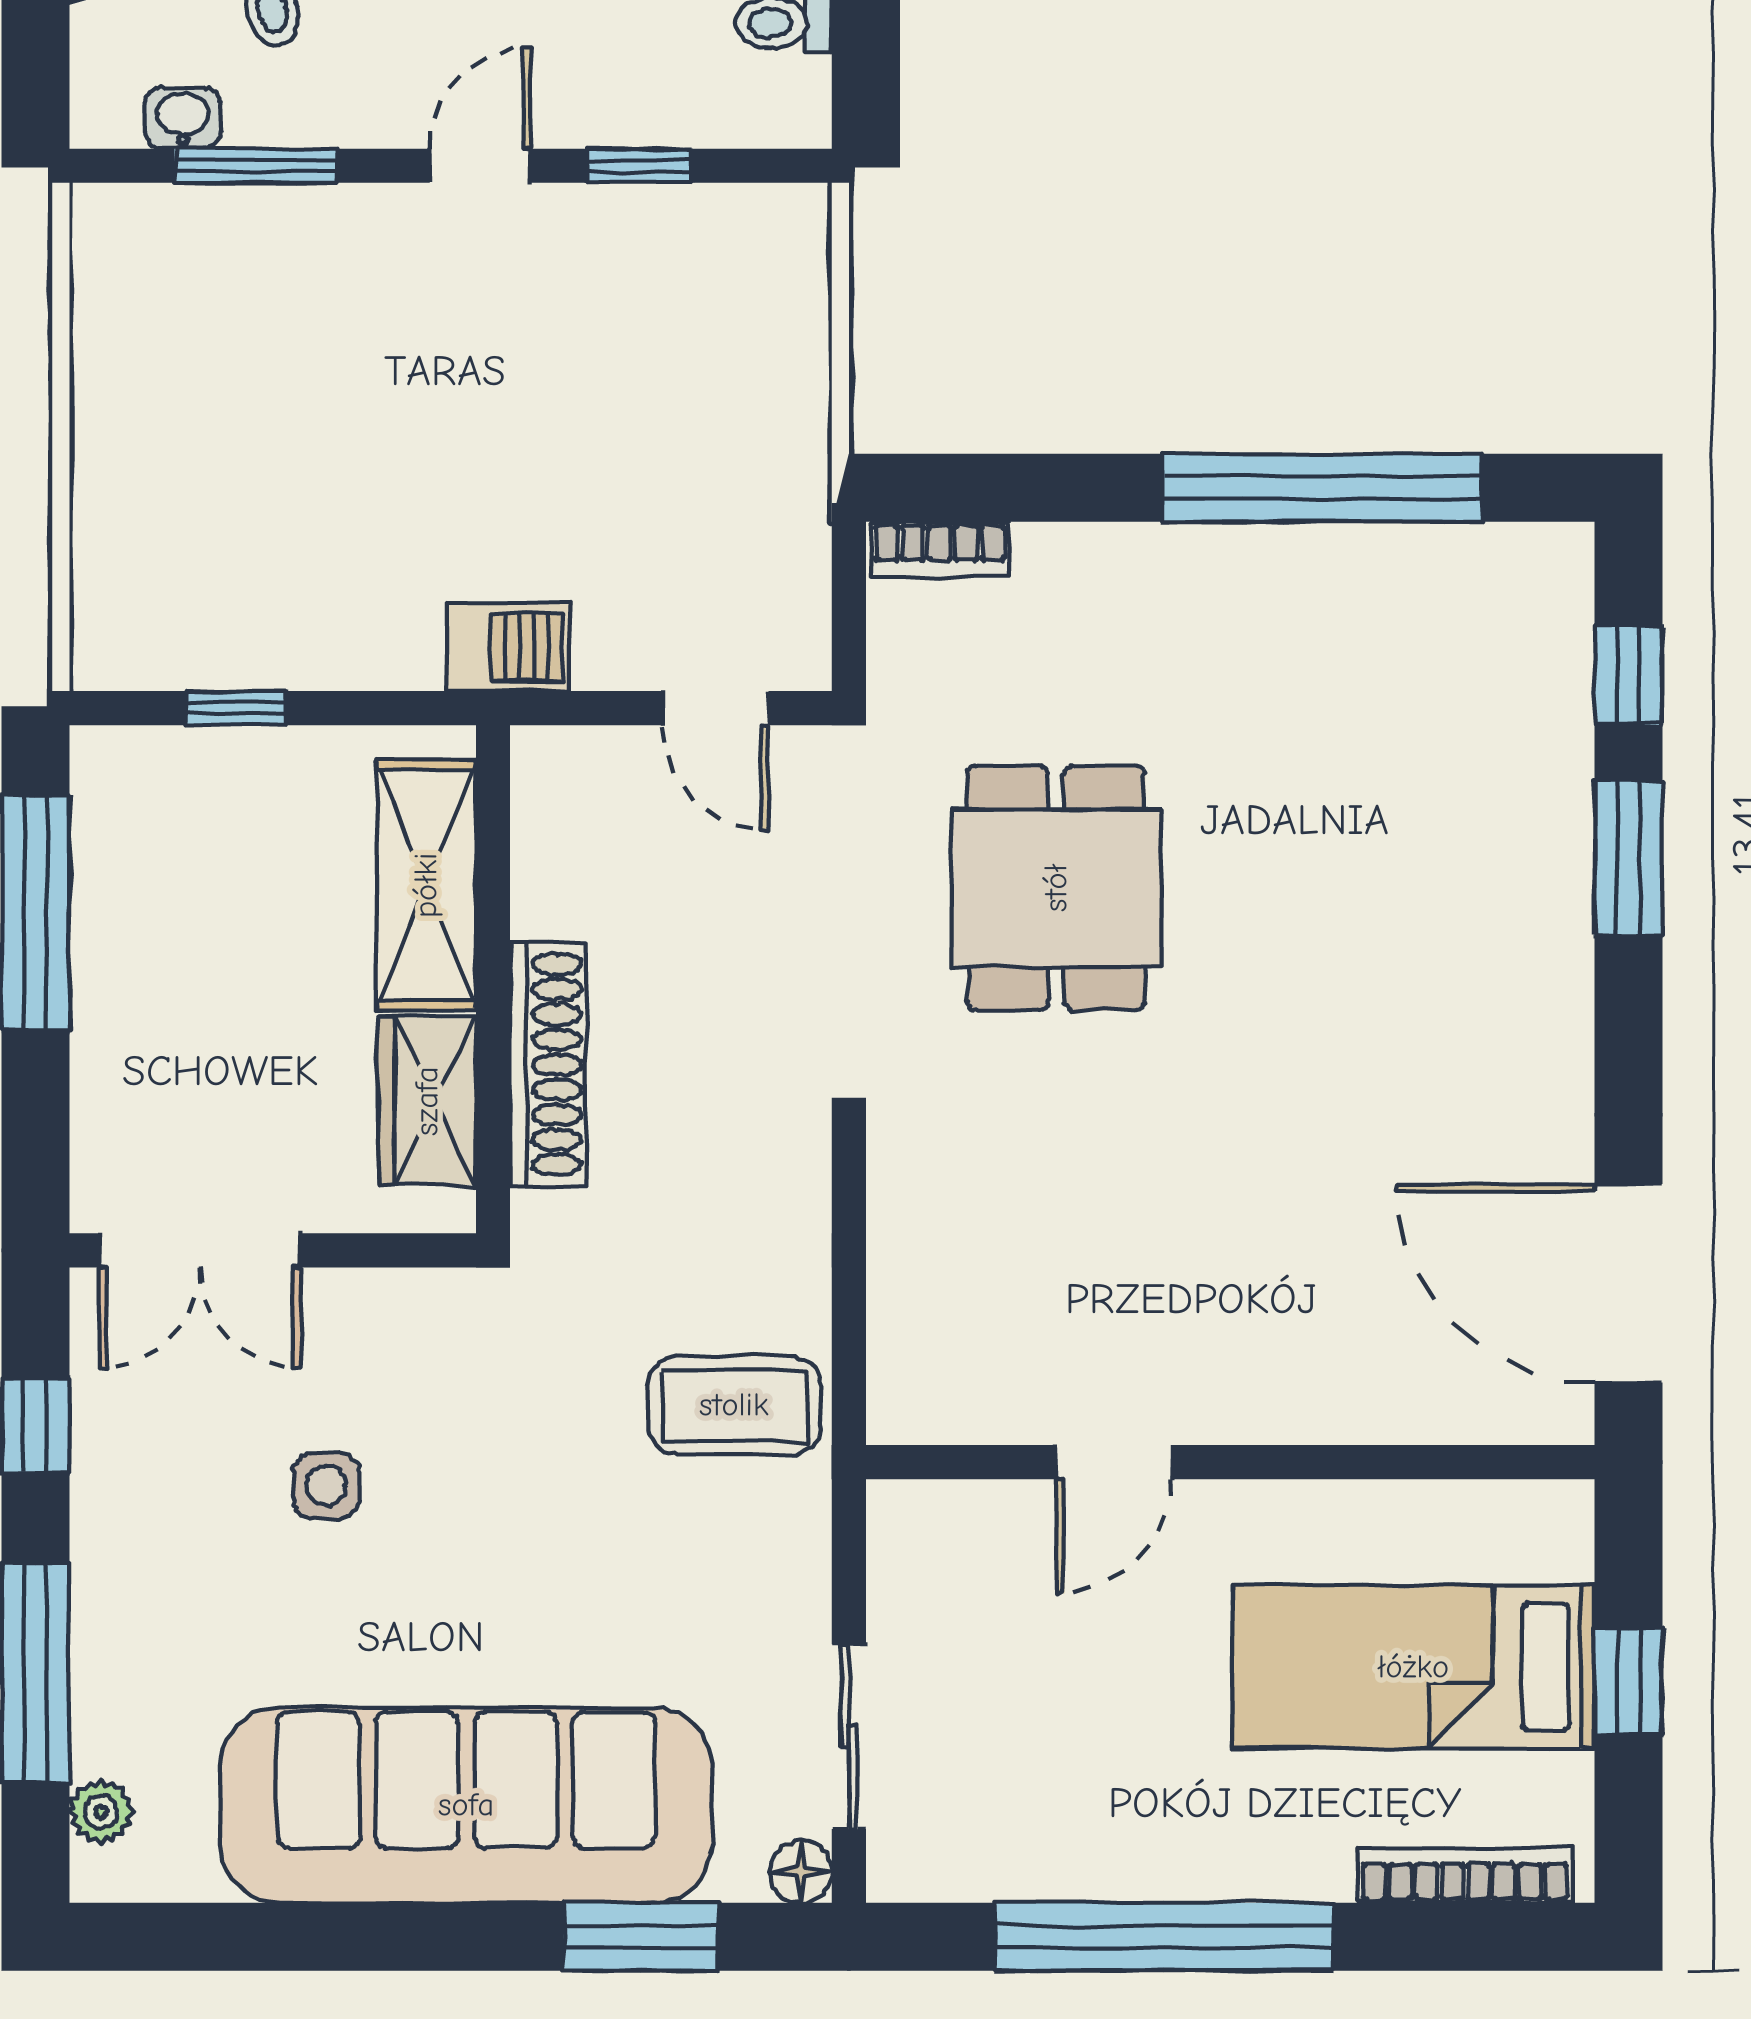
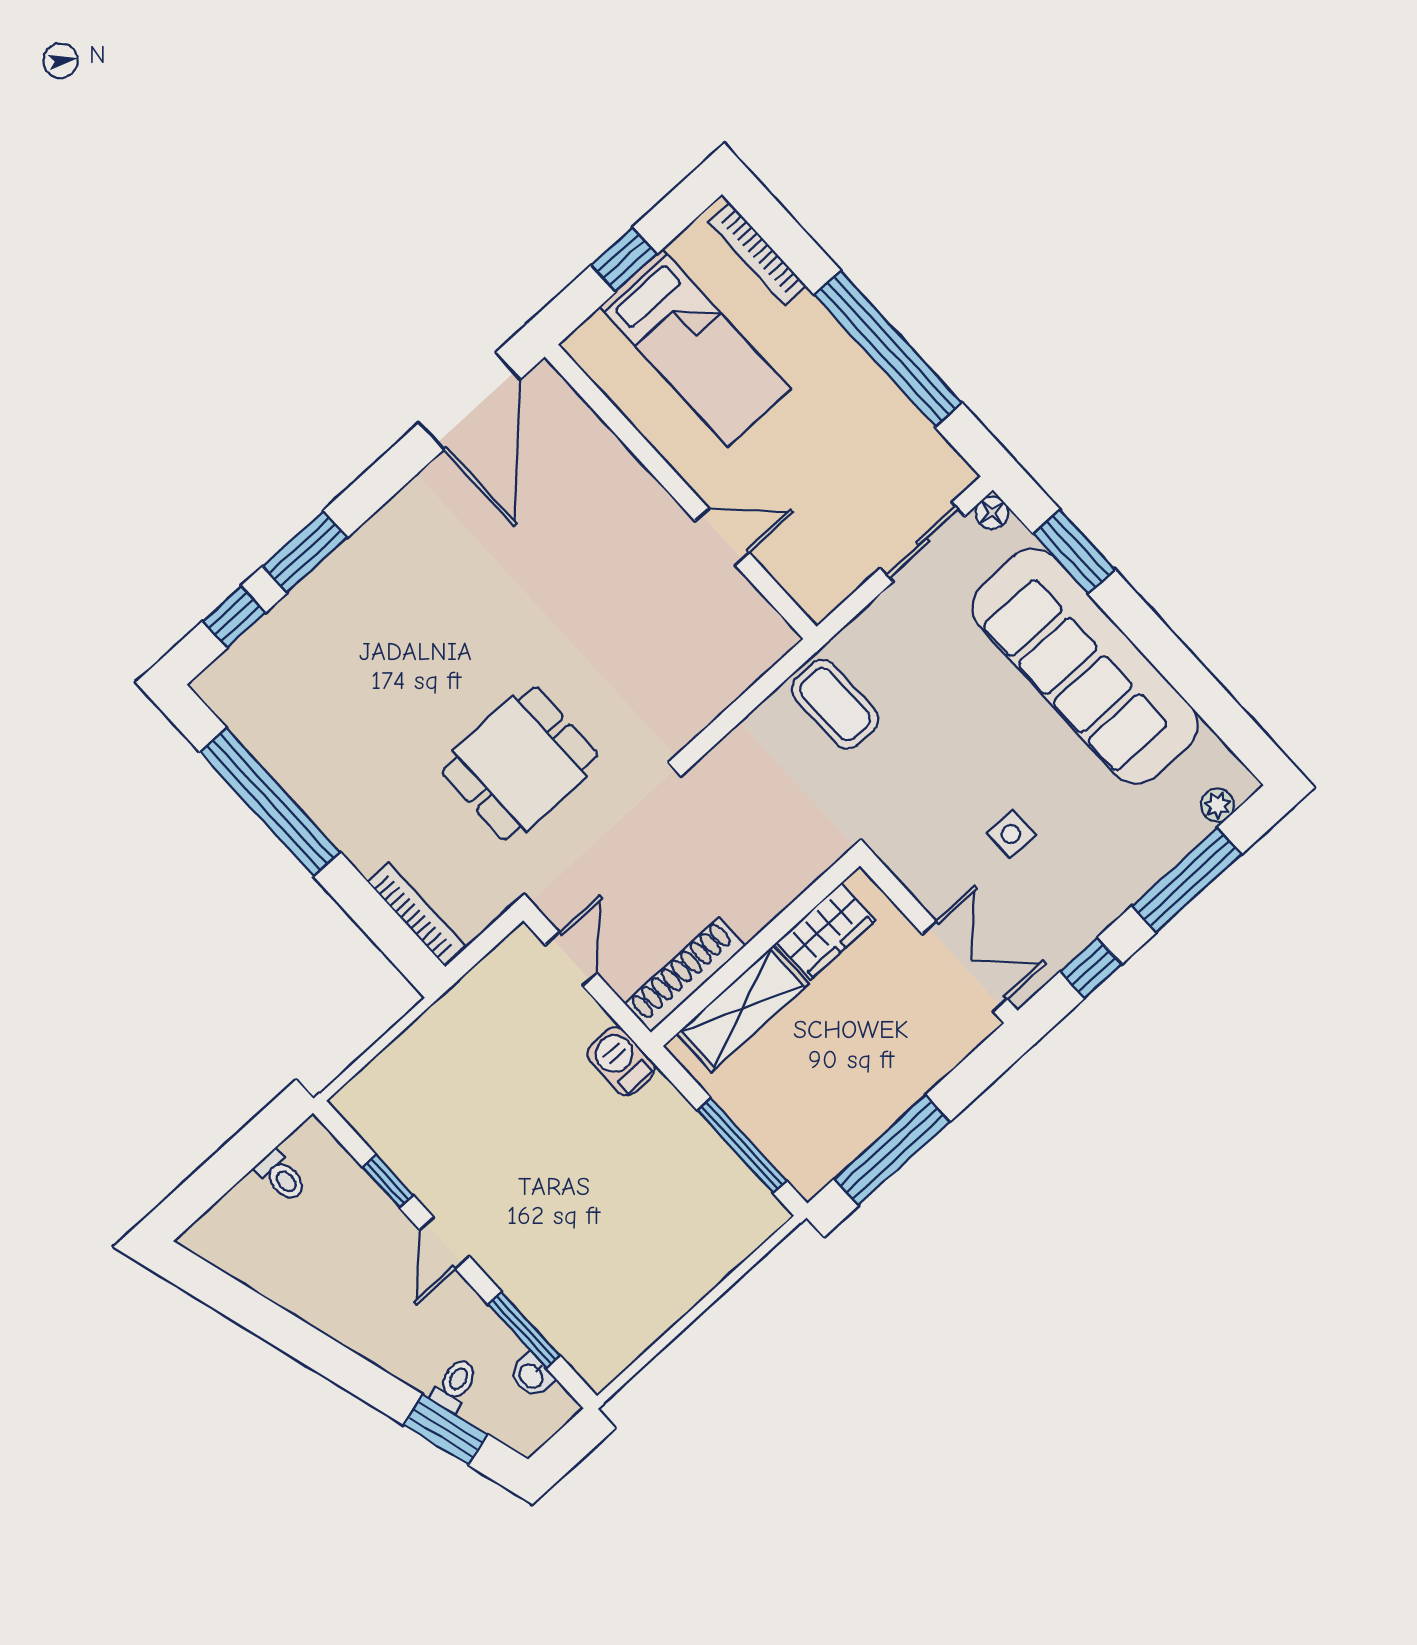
door: (480, 166) -> (444, 1243), hinge flipped
bookcase: (940, 549) -> (416, 914), width x1.56
window: (235, 708) -> (742, 1145), width x2.17
shoe rack: (548, 1065) -> (685, 975), moved

